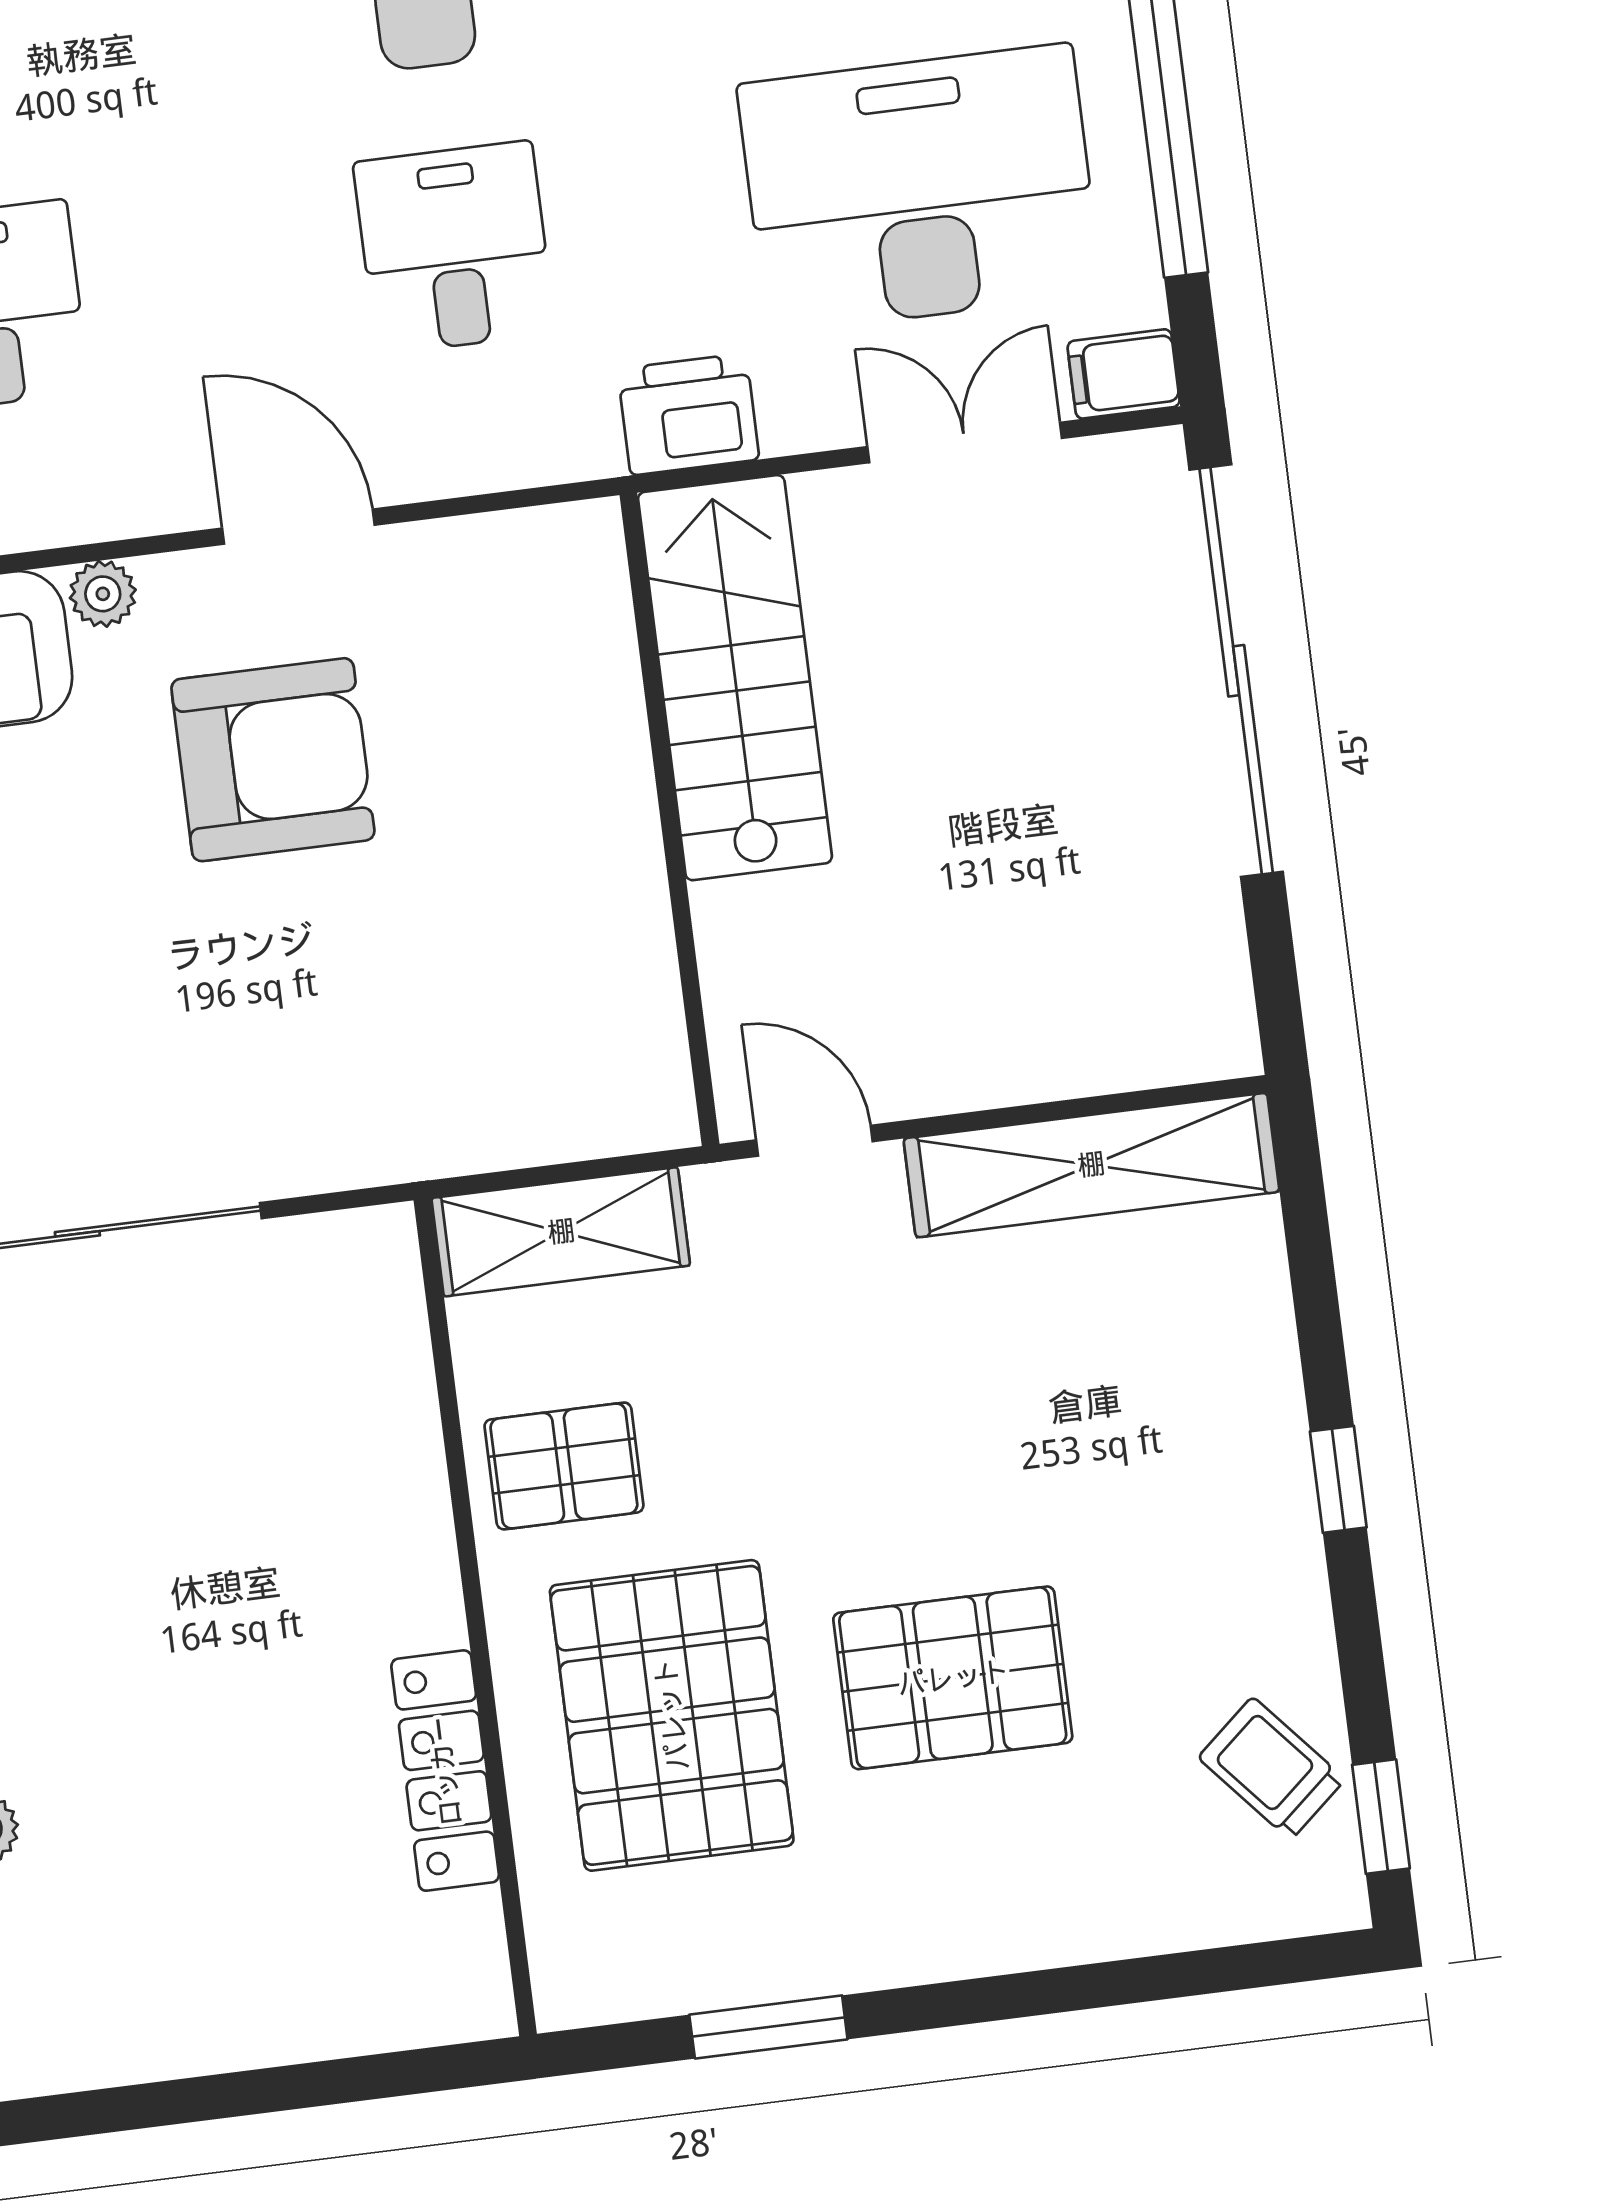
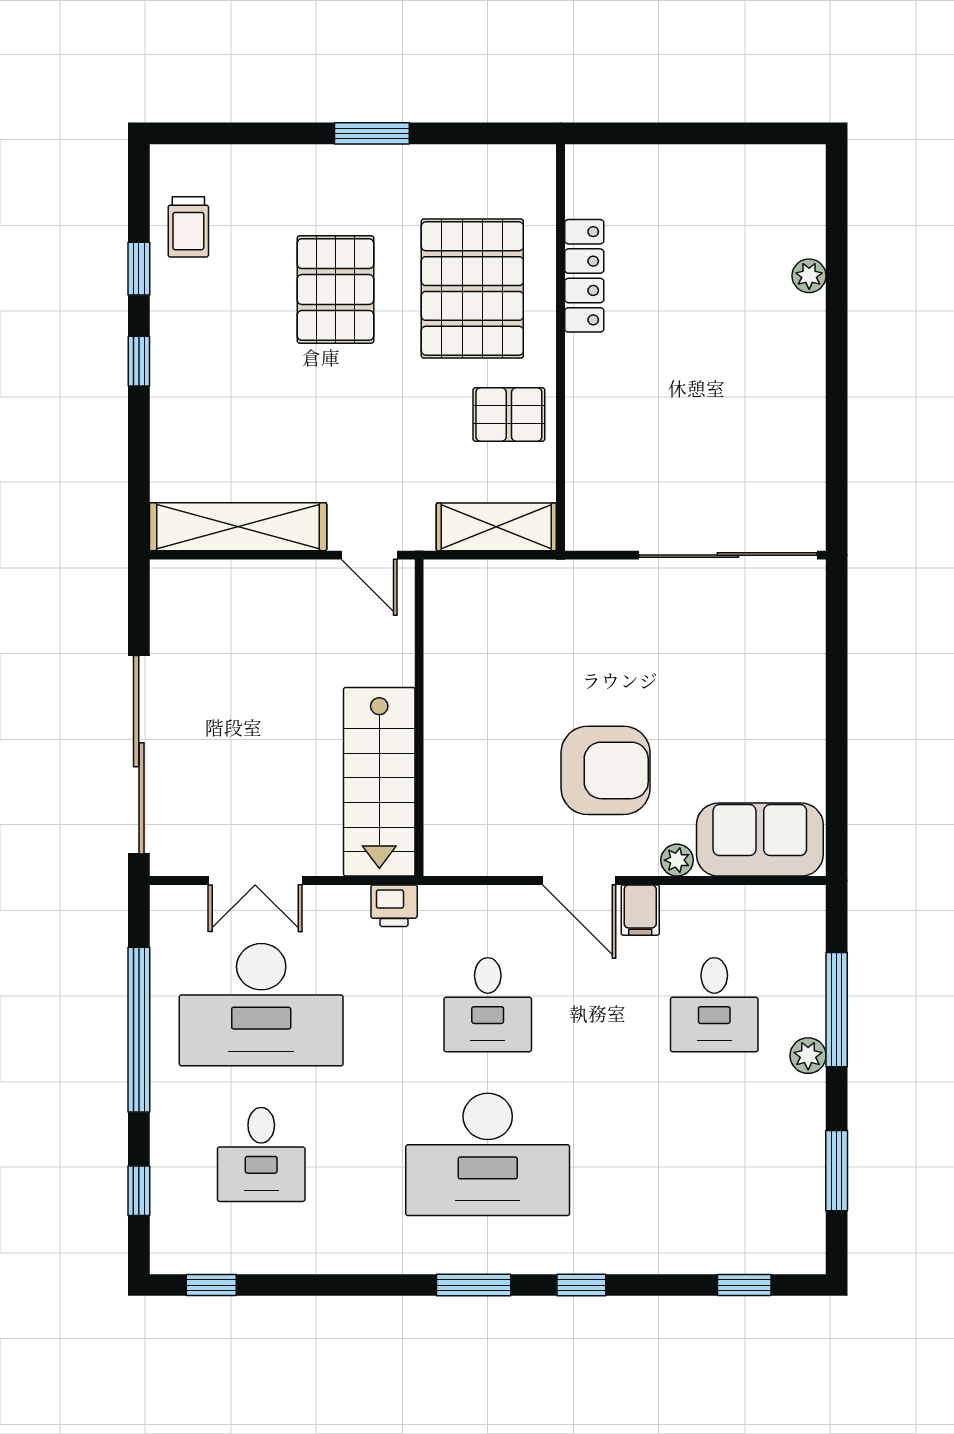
filing cabinet: (1124, 374) -> (640, 910), moved, turned 90
printer: (688, 414) -> (394, 906), width x0.73, depth x0.81
armchair: (273, 760) -> (606, 770), turned 180
pallet: (953, 1678) -> (335, 290), turned 90
trolley: (1271, 1768) -> (188, 227), turned 41
window: (1381, 1817) -> (139, 269), moved
window: (768, 2027) -> (372, 133), moved

